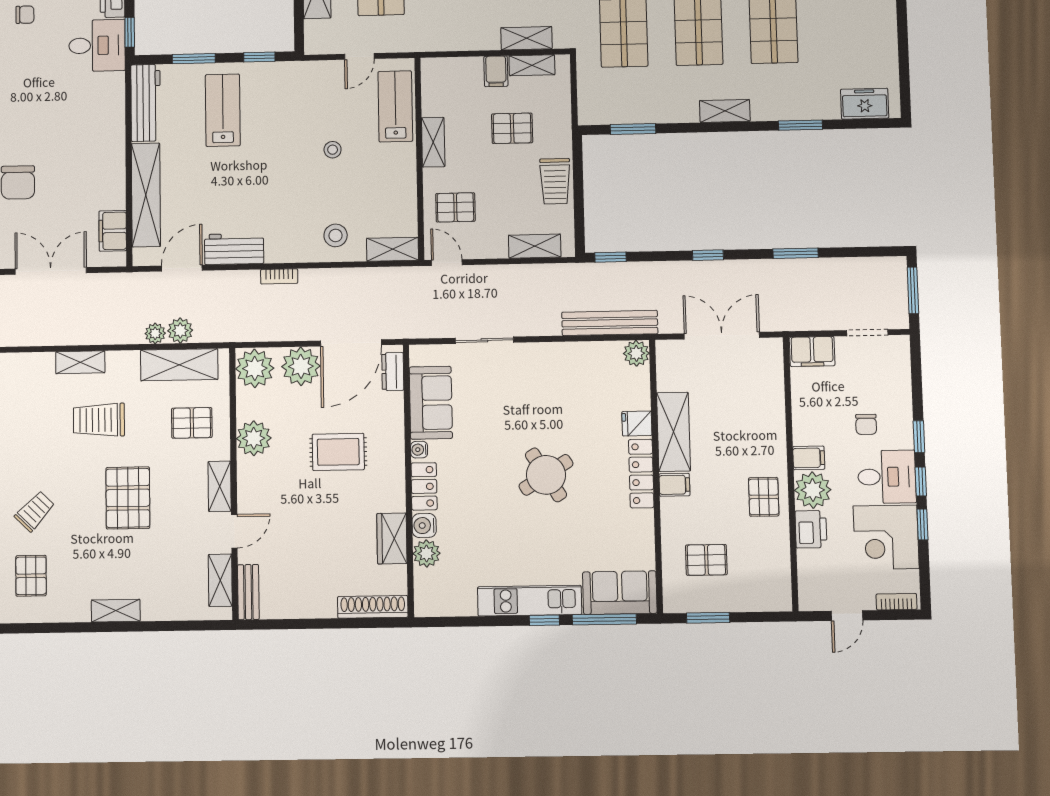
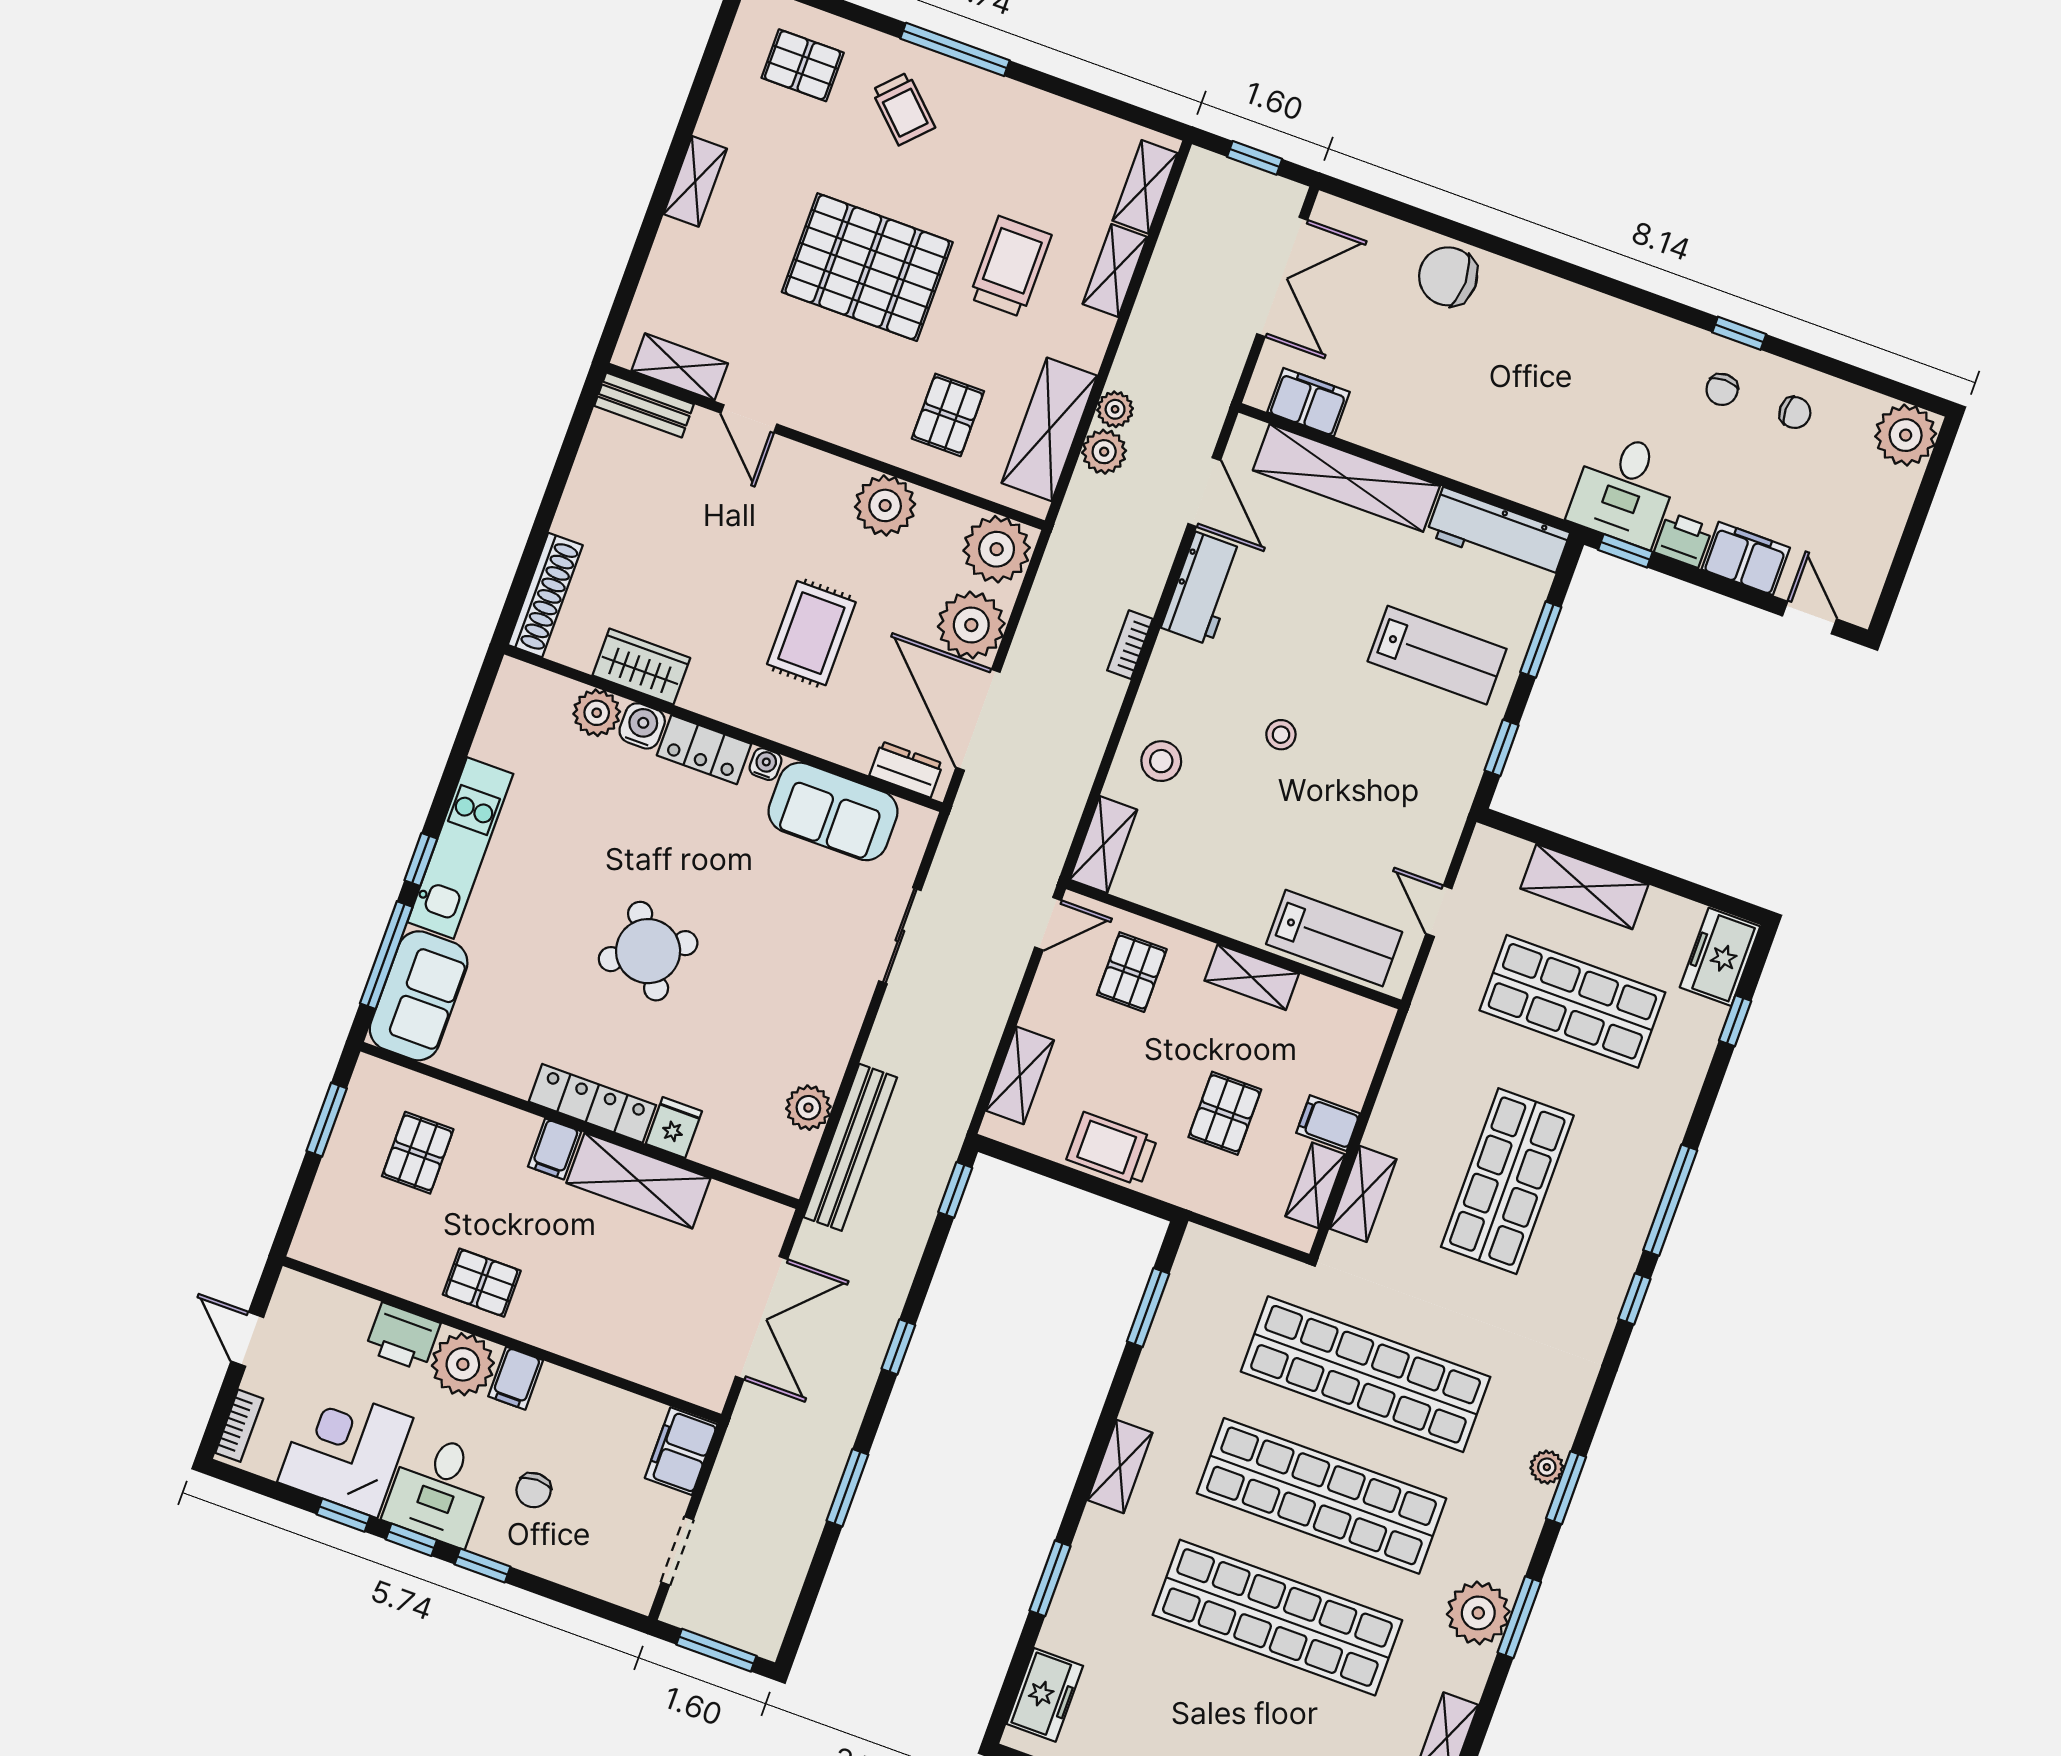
stool: (333, 150) -> (1281, 735), moved
plant: (636, 353) -> (808, 1108), moved
chair: (866, 424) -> (534, 1490), turned -90
shelving: (220, 486) -> (1145, 187), moved, turned 90
pallet: (128, 498) -> (867, 267), width x1.37, depth x1.41

